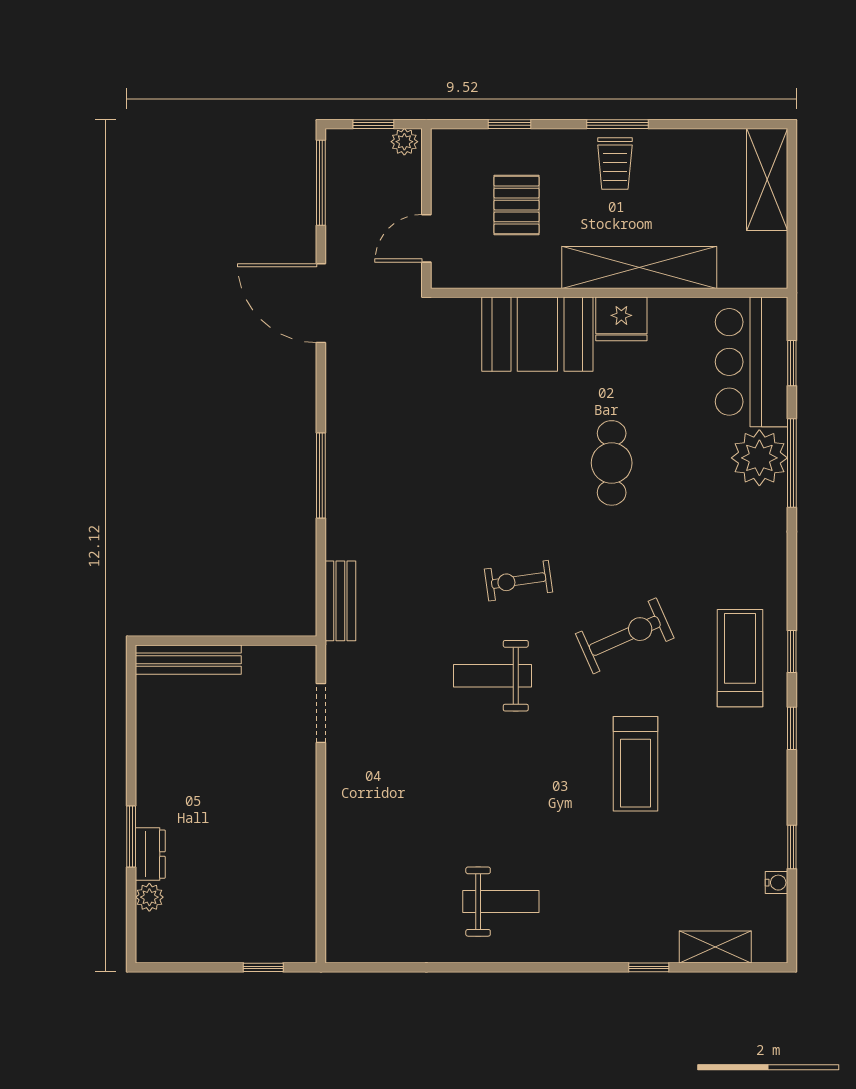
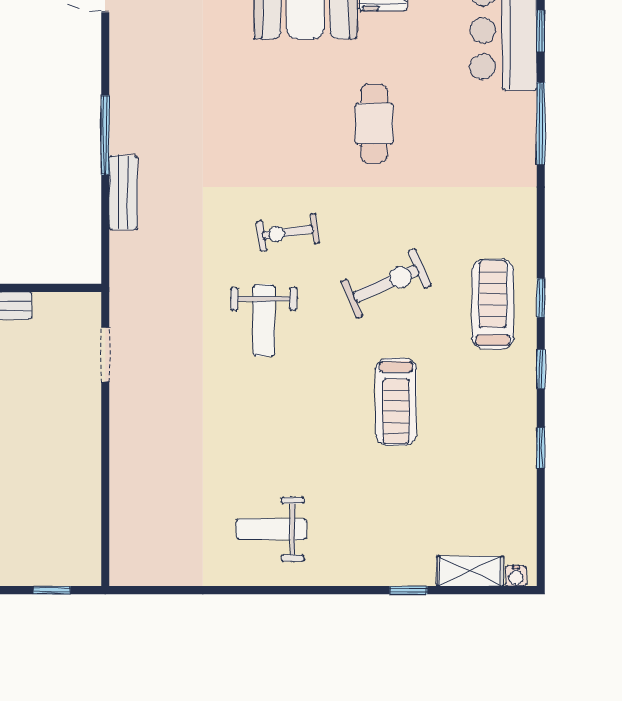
plant: (759, 458) -> (511, 119), removed
bench: (340, 601) -> (123, 193), moved
weight bench: (492, 676) -> (264, 320), turned -90
window: (792, 847) -> (541, 448), moved
water cooler: (776, 883) -> (516, 576), moved, turned 90
weight bench: (501, 902) -> (272, 529), turned 180

